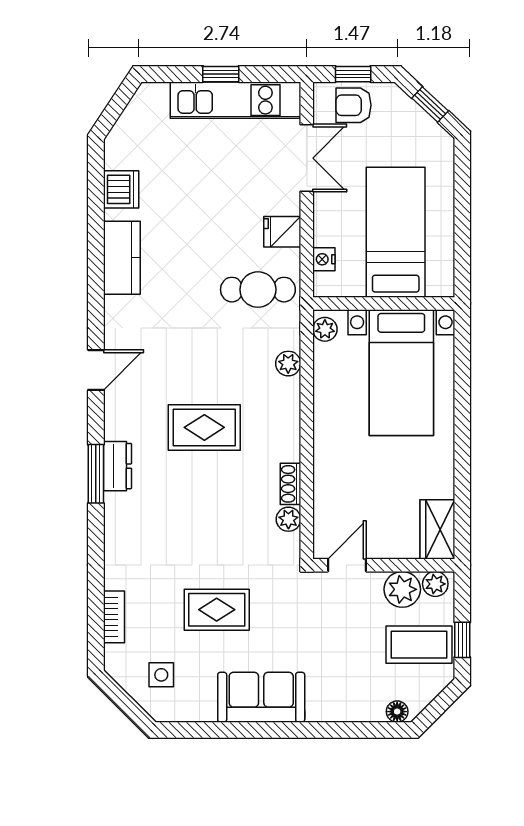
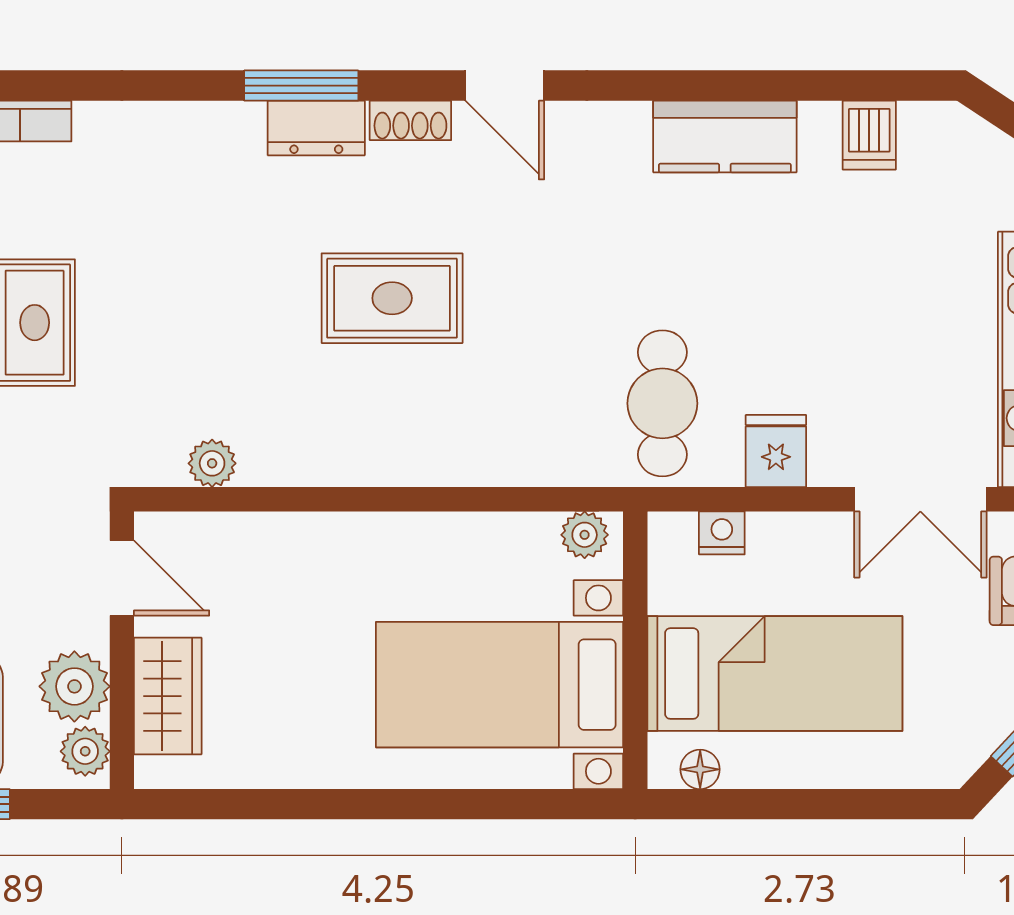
dishwasher: (121, 189) -> (869, 135), width x0.73
floor lamp: (445, 270) -> (700, 769), added
plant: (288, 364) -> (517, 463), removed
rug: (204, 427) -> (392, 298), turned 90
shoe rack: (291, 484) -> (410, 120), moved, turned 180
wardrobe: (437, 529) -> (168, 696), moved, turned 90

